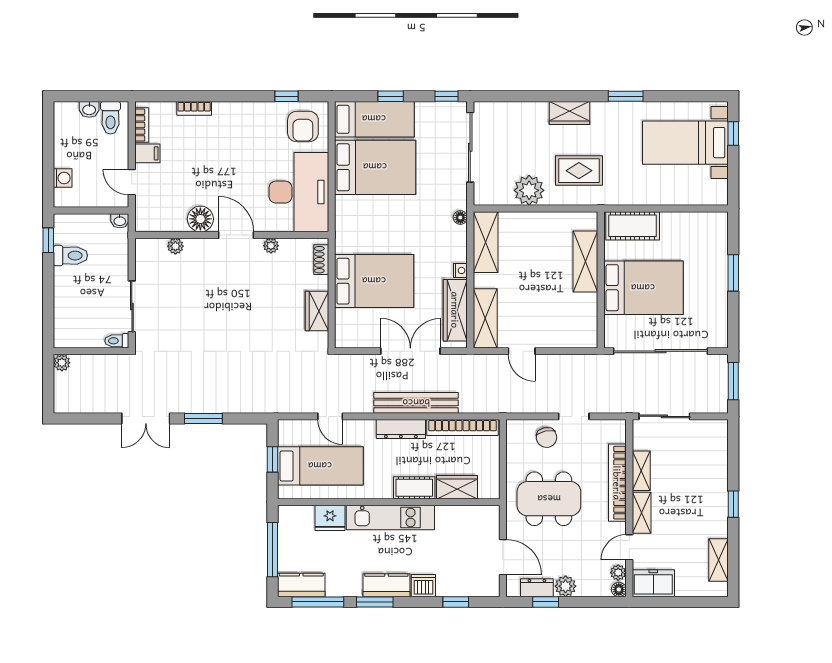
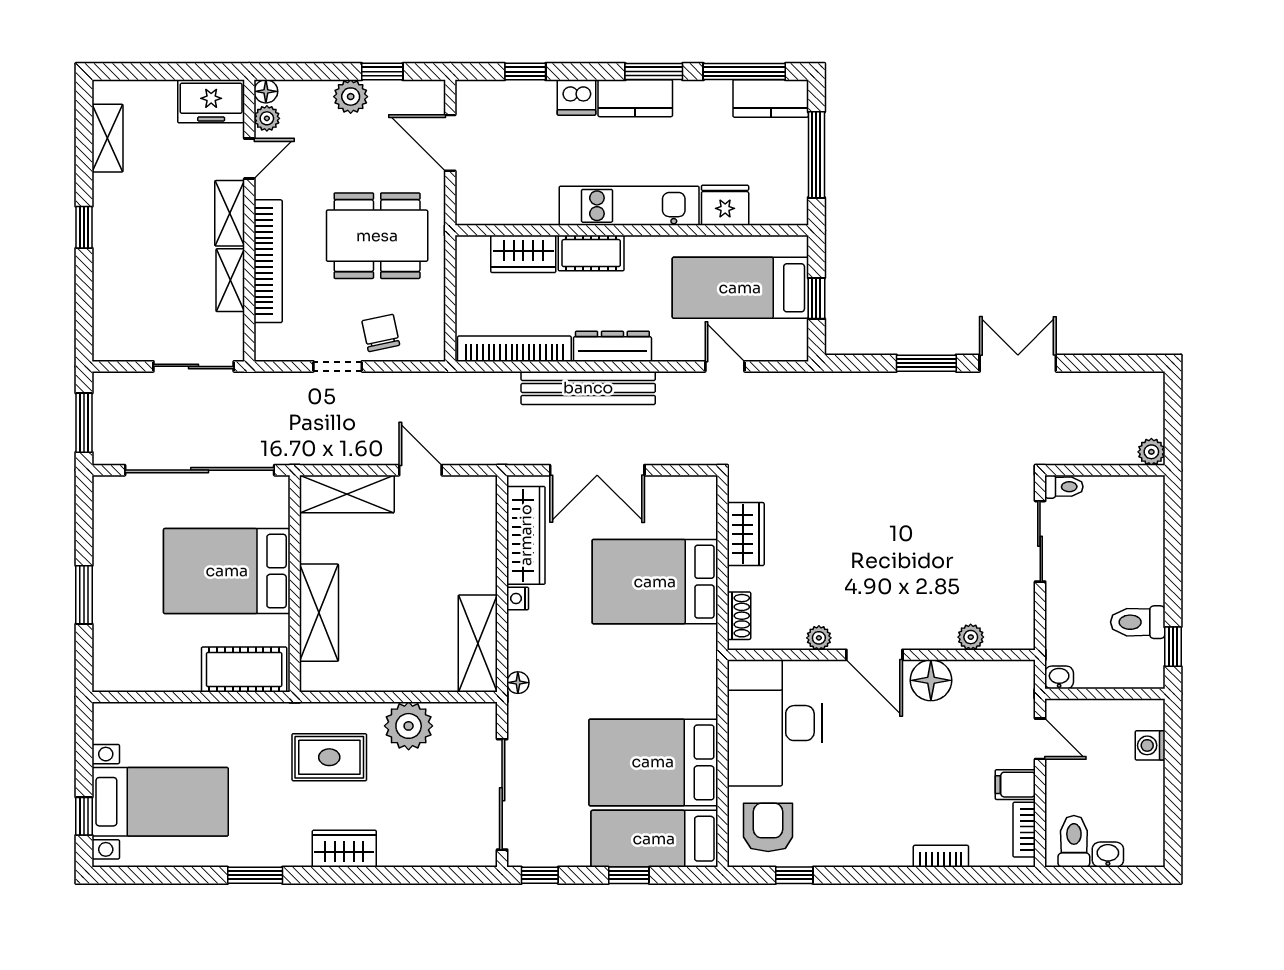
shelving: (485, 318) -> (347, 494), moved, turned 90
dresser: (537, 588) -> (396, 94), removed

